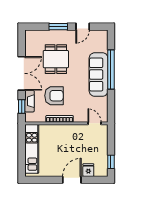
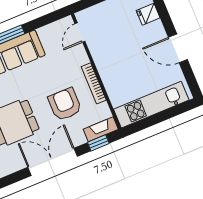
fireplace: (29, 101) -> (101, 129), moved
door: (72, 180) -> (178, 48), moved

